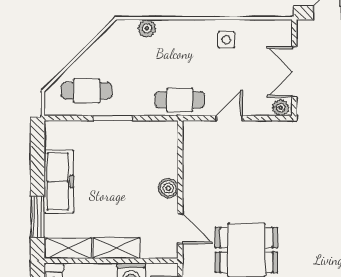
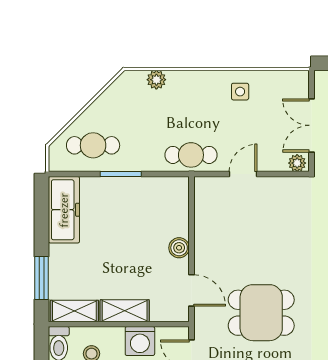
freezer: (59, 182) -> (64, 210), moved

